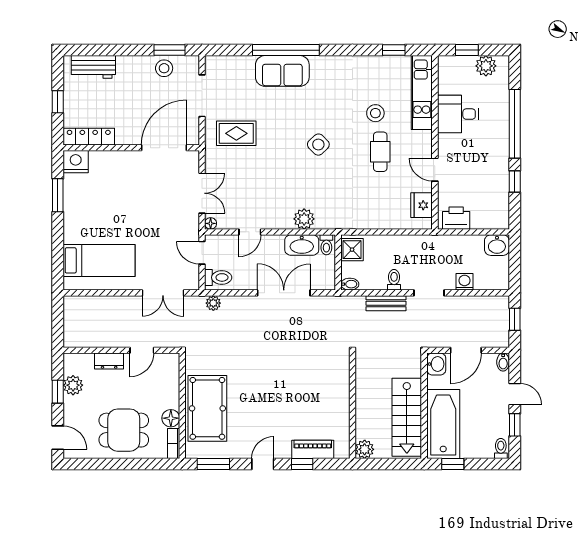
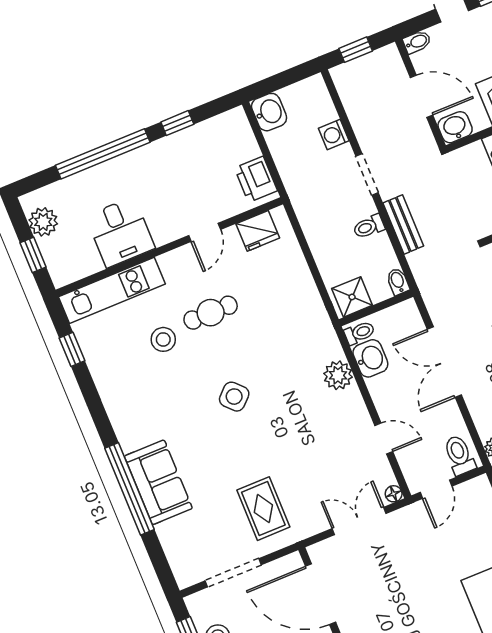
washbasin: (302, 245) -> (370, 358), width x0.72

